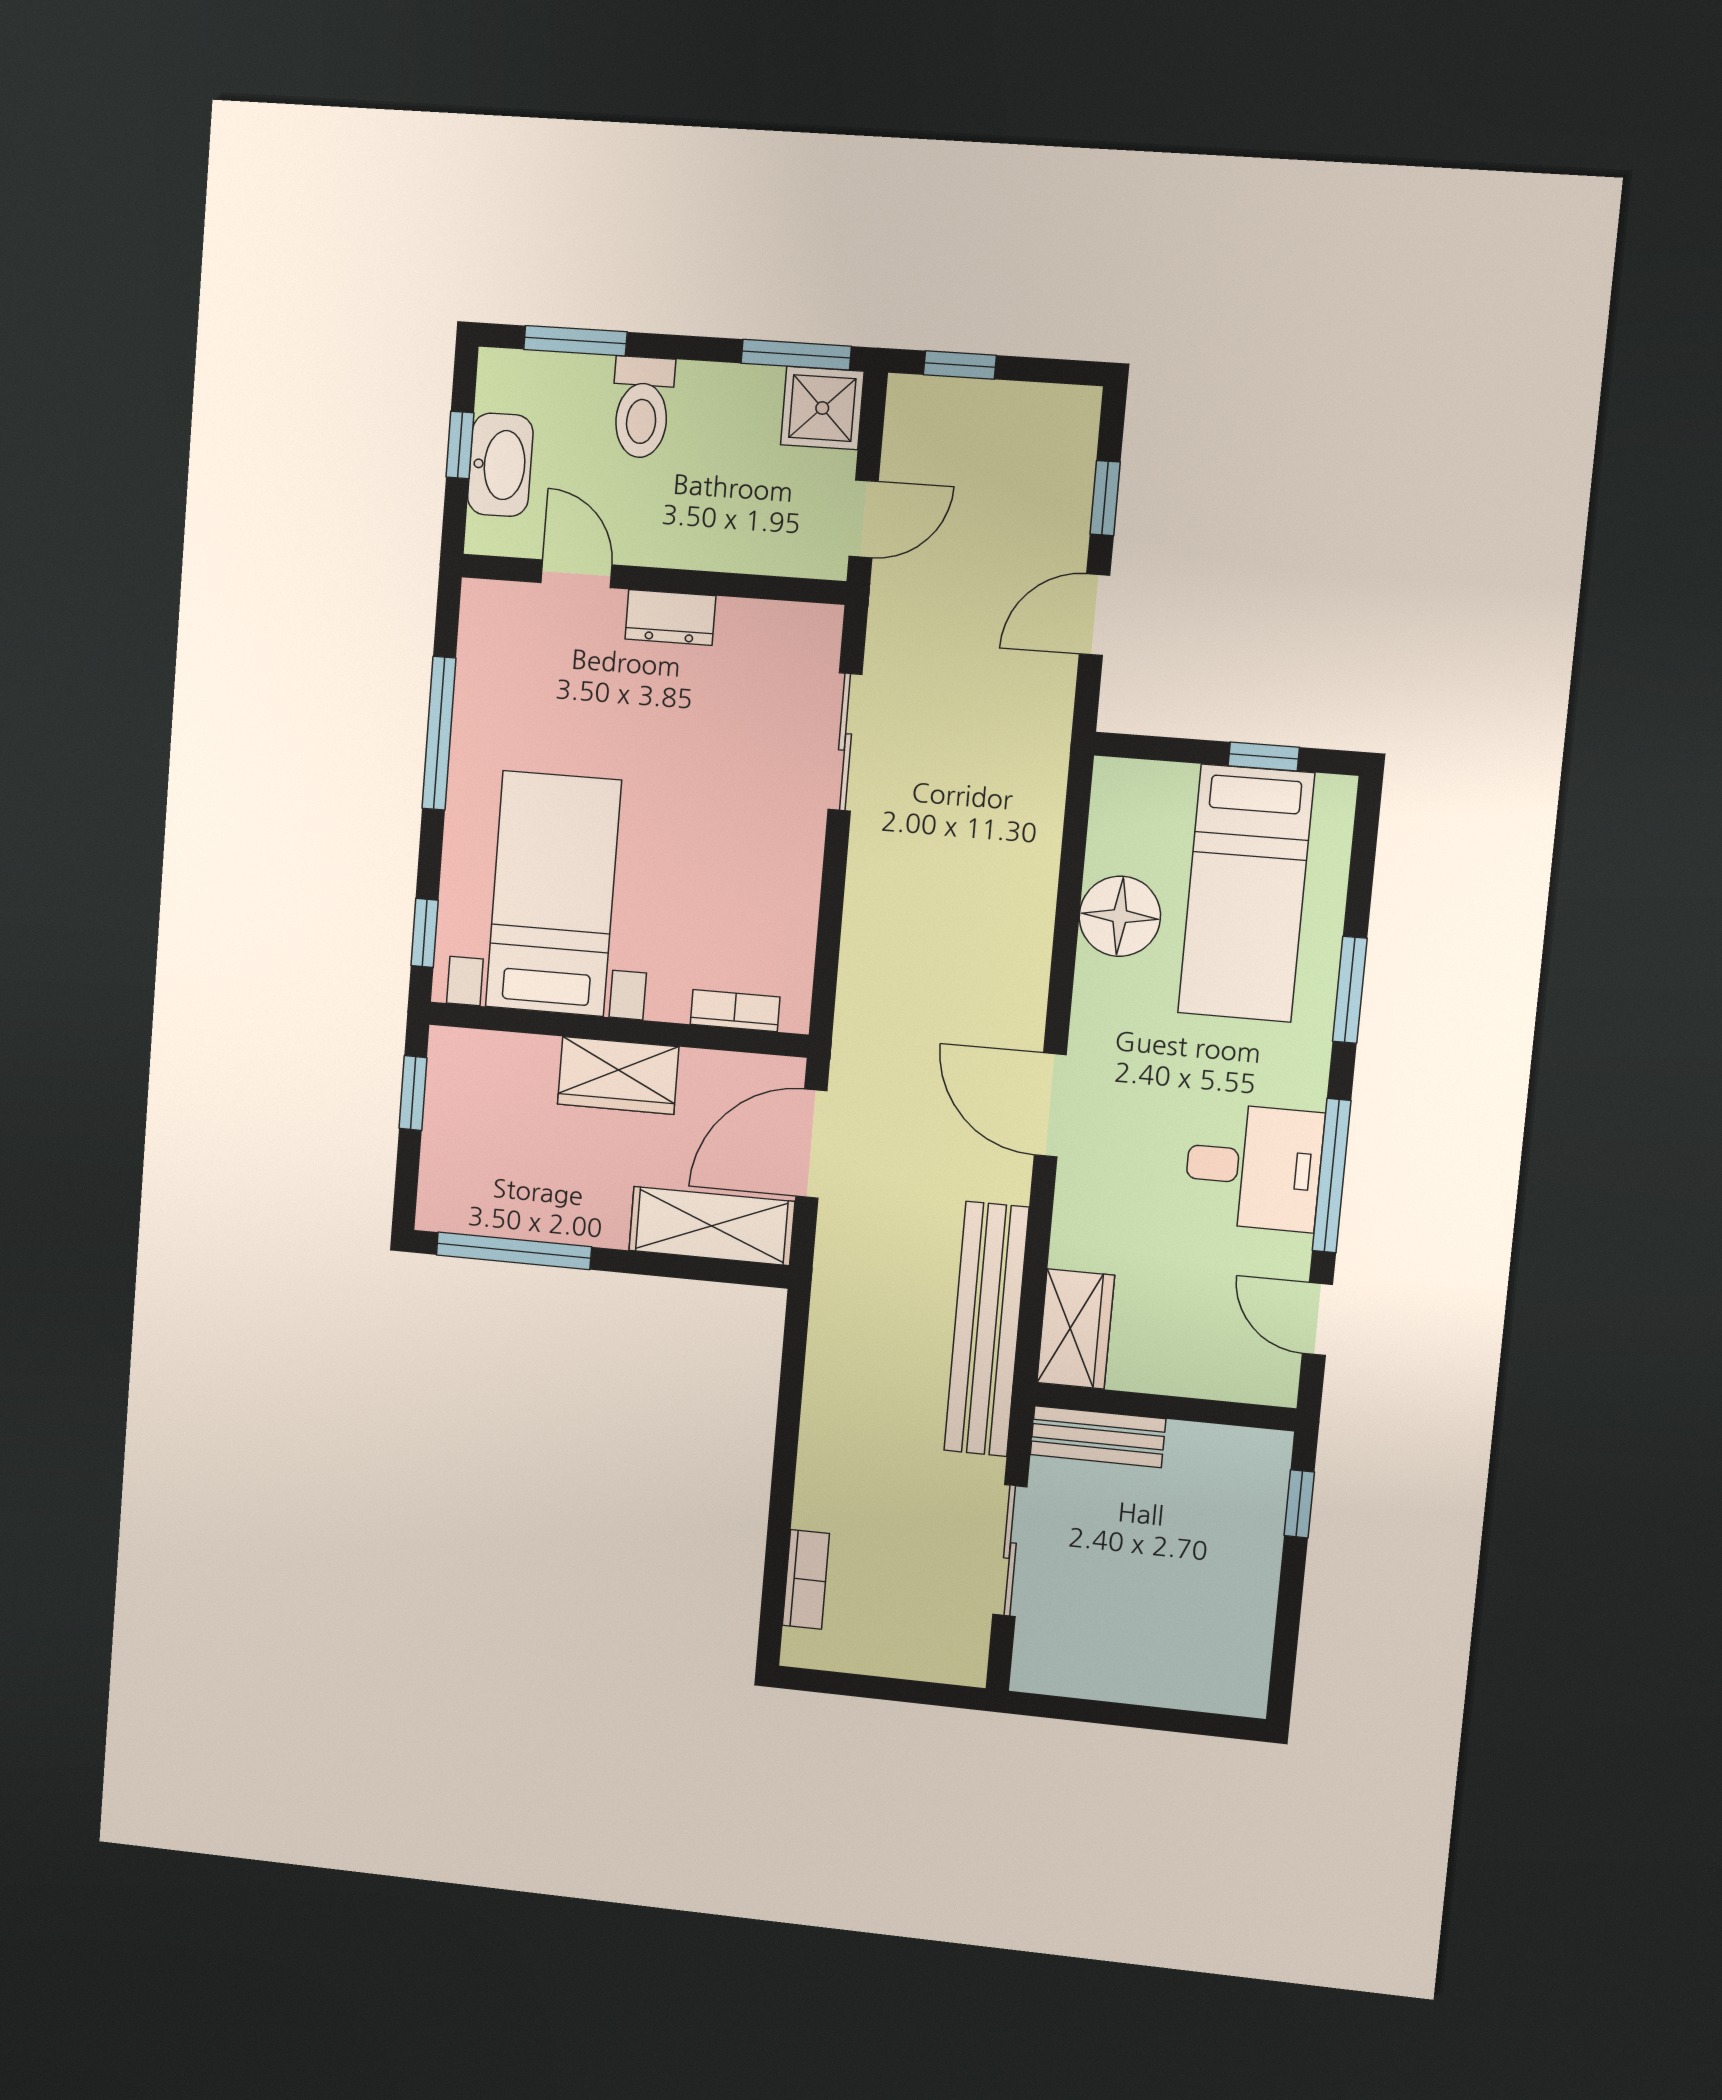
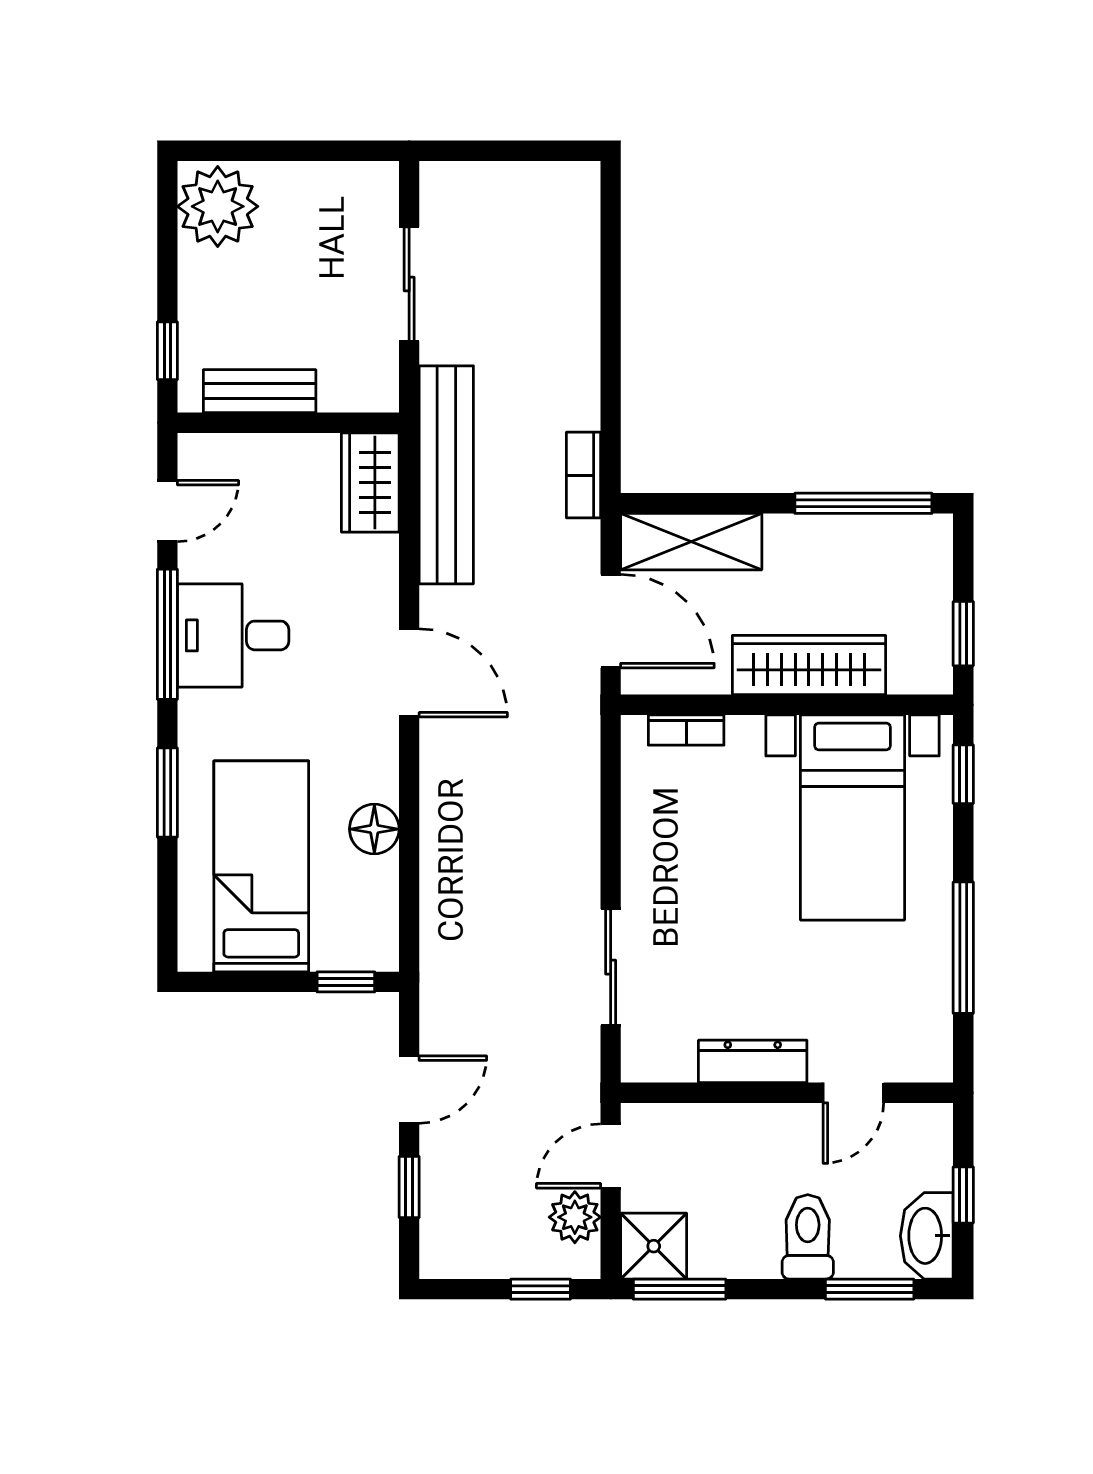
plant: (912, 449) -> (575, 1217), added
washbasin: (500, 465) -> (927, 1236), moved
door: (576, 574) -> (853, 1093), hinge flipped
dresser: (670, 617) -> (753, 1061), width x1.44
window: (1264, 756) -> (346, 982), moved
floor lamp: (1120, 916) -> (374, 829), width x0.73, depth x0.73
wardrobe: (618, 1075) -> (809, 665), width x1.50
door: (811, 1144) -> (611, 621), hinge flipped
door: (1317, 1319) -> (167, 511), hinge flipped
bench: (1098, 1437) -> (260, 391), moved
bookcase: (806, 1579) -> (583, 475), moved
plant: (1224, 1662) -> (218, 206), added

